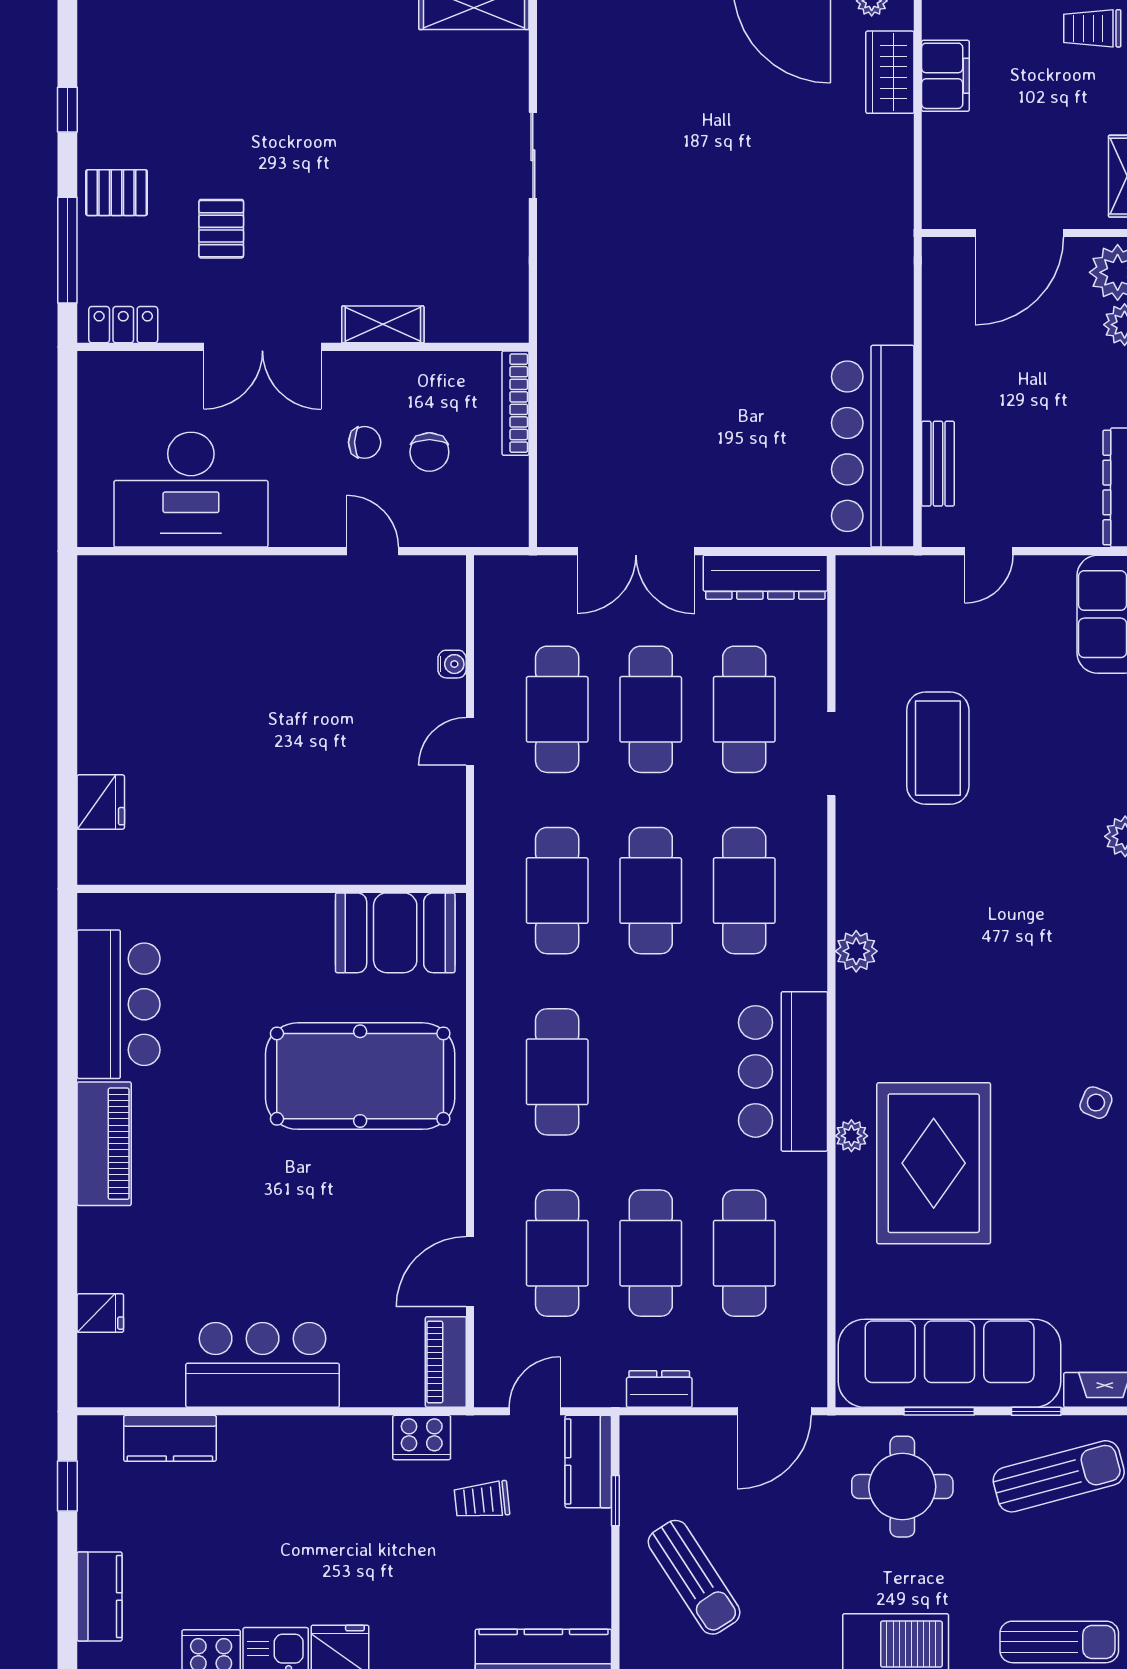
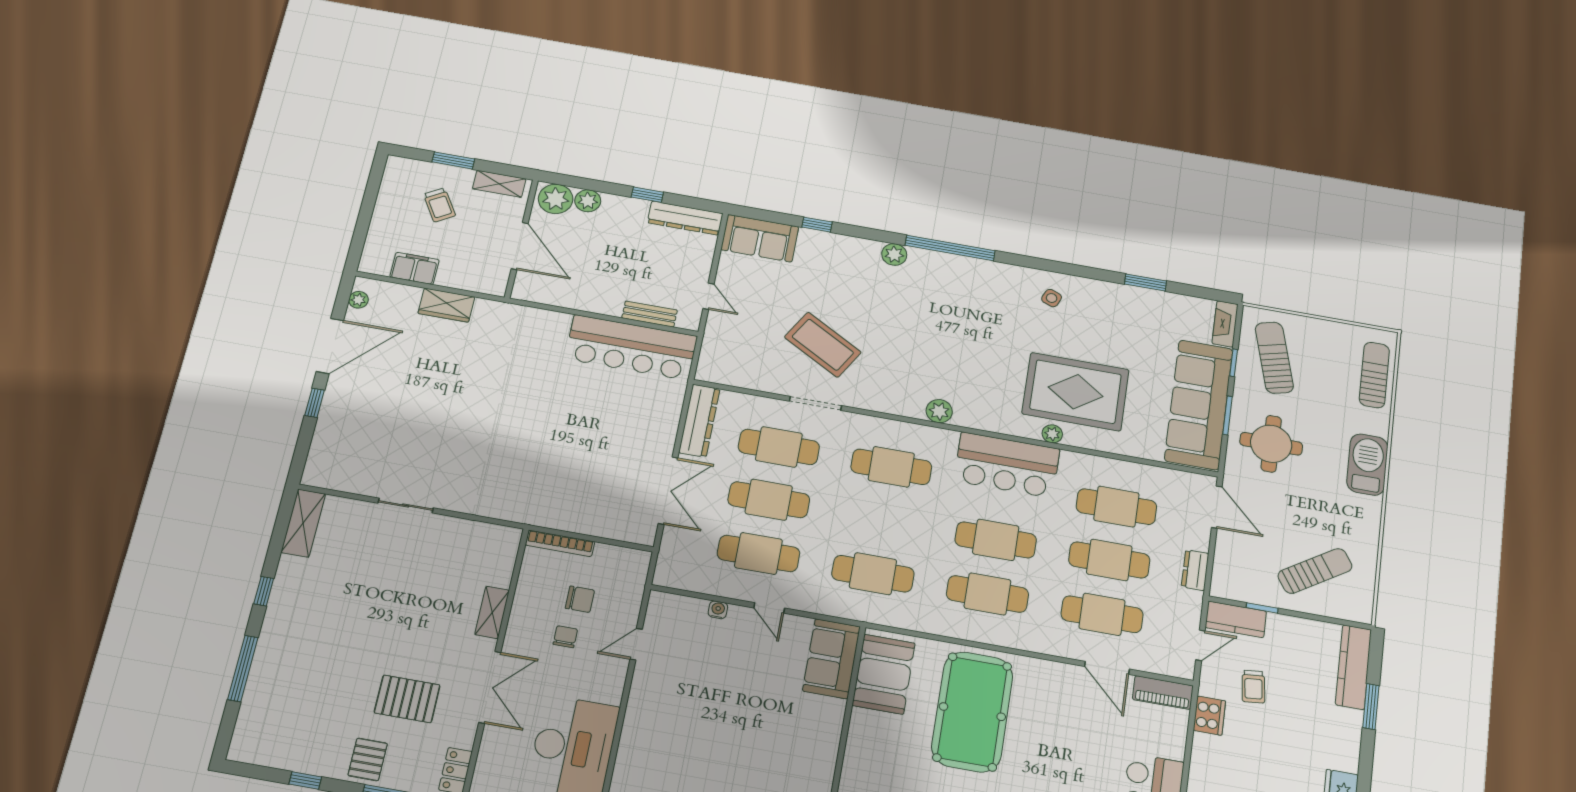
trolley: (1092, 28) -> (439, 205), moved, turned -31
wardrobe: (890, 72) -> (446, 305), moved
pallet: (221, 229) -> (407, 699), width x1.50, depth x1.42
coffee table: (938, 748) -> (823, 345), turned 30
sofa: (405, 850) -> (831, 659), added
cafe table: (651, 891) -> (996, 540), moved
door: (535, 1411) -> (1200, 645), swing flipped

